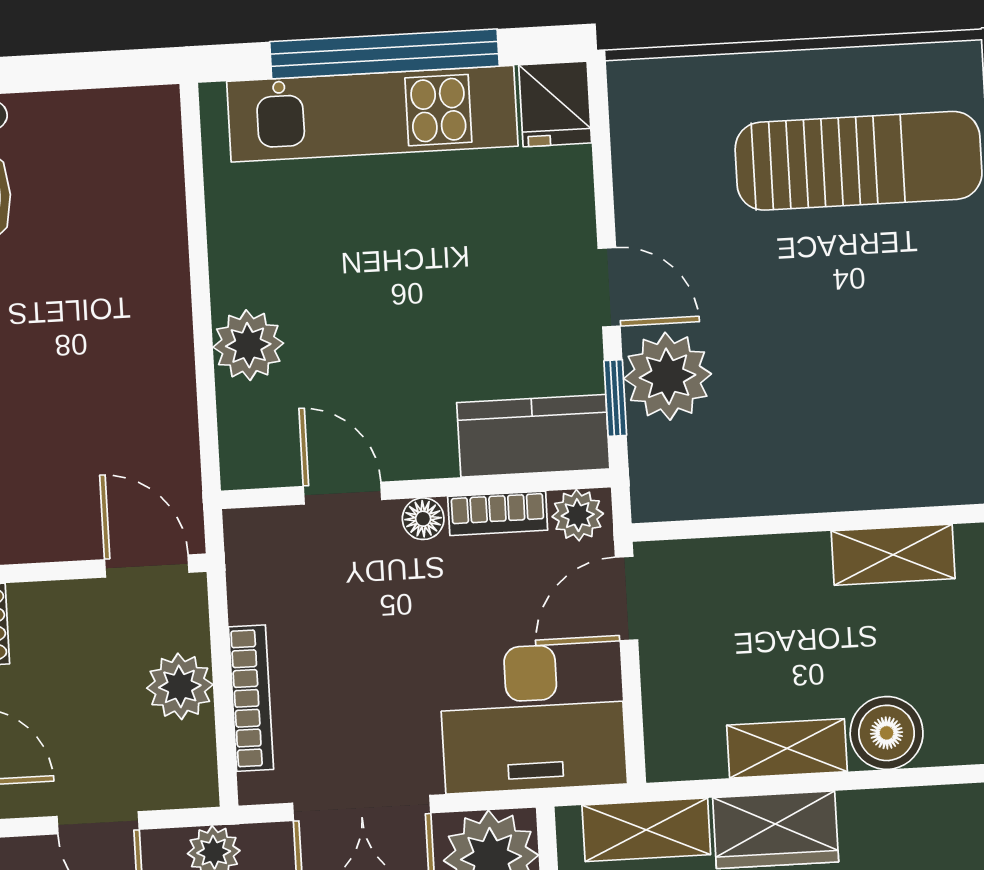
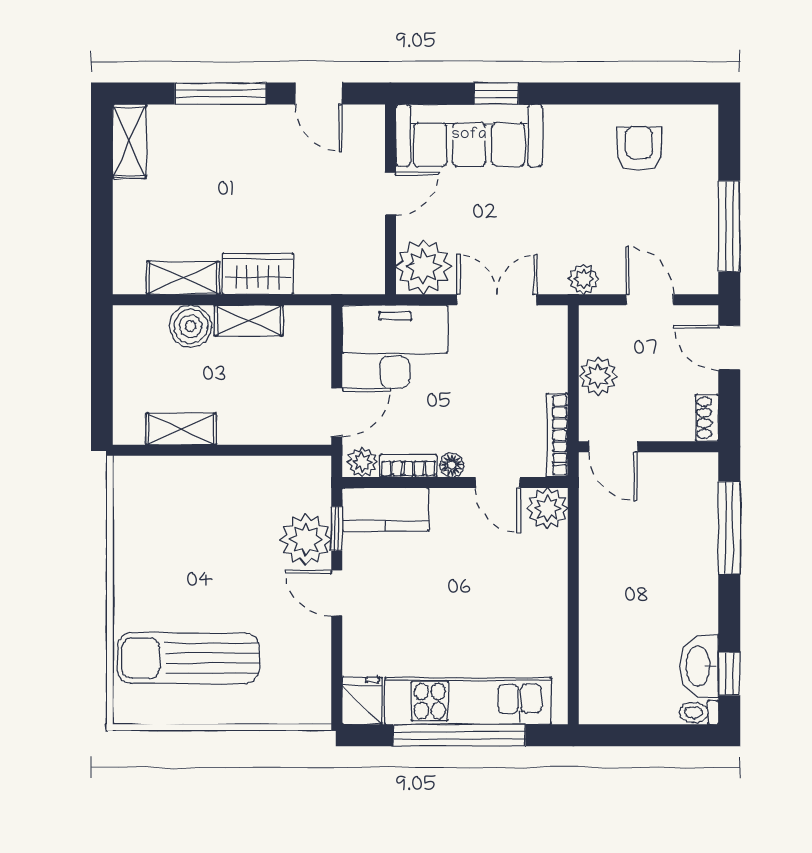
plant: (248, 345) -> (547, 508), moved
bookcase: (251, 698) -> (557, 435), moved
shelving: (646, 830) -> (183, 278), moved

